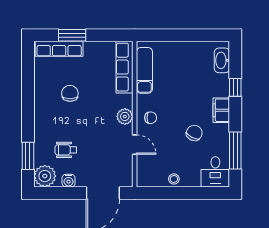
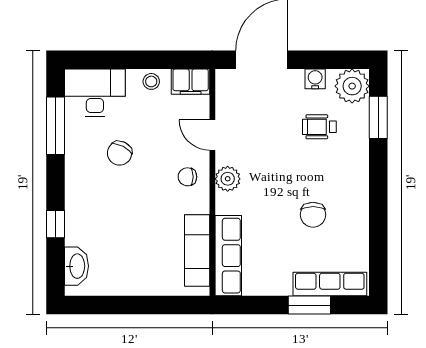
filing cabinet: (221, 110) -> (191, 82), moved, turned 90
wheelchair: (66, 150) -> (319, 127), turned 180
desk: (215, 172) -> (95, 93), width x1.37

